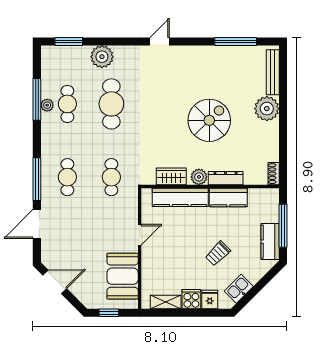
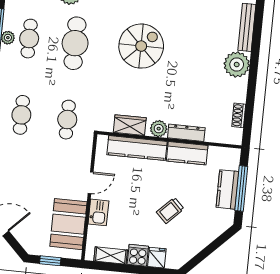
spiral stairs: (209, 120) -> (141, 46), moved
shoe rack: (274, 174) -> (239, 115), moved
kitchen counter: (270, 242) -> (227, 189), moved
kitchen sink: (239, 289) -> (98, 212), moved, turned 135

